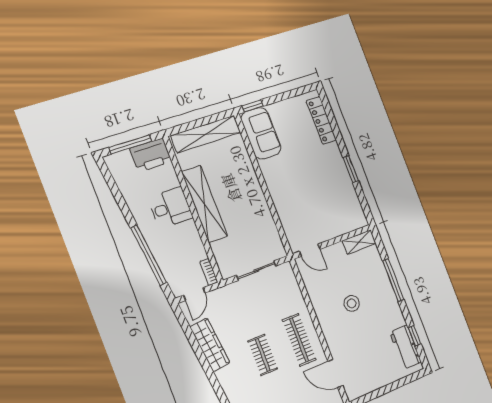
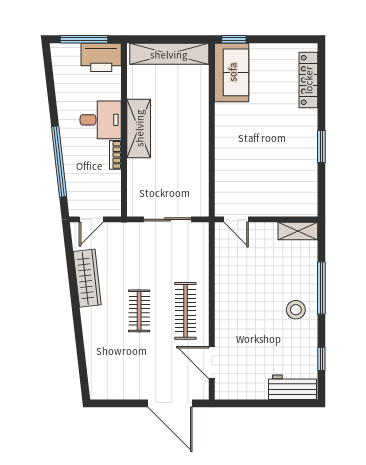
shelving: (204, 204) -> (139, 128), width x0.68
bookcase: (209, 272) -> (115, 155), moved
stool: (352, 303) -> (296, 310), moved
workbench: (405, 347) -> (293, 387), moved, turned 90

